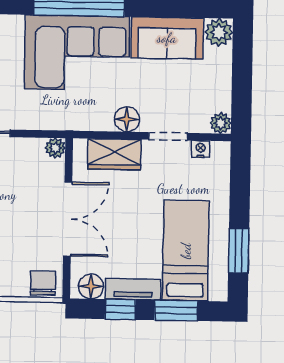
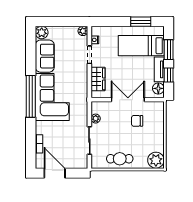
floor lamp: (127, 119) -> (82, 74), removed
plant: (55, 148) -> (96, 119), moved
chair: (43, 283) -> (137, 121), moved

